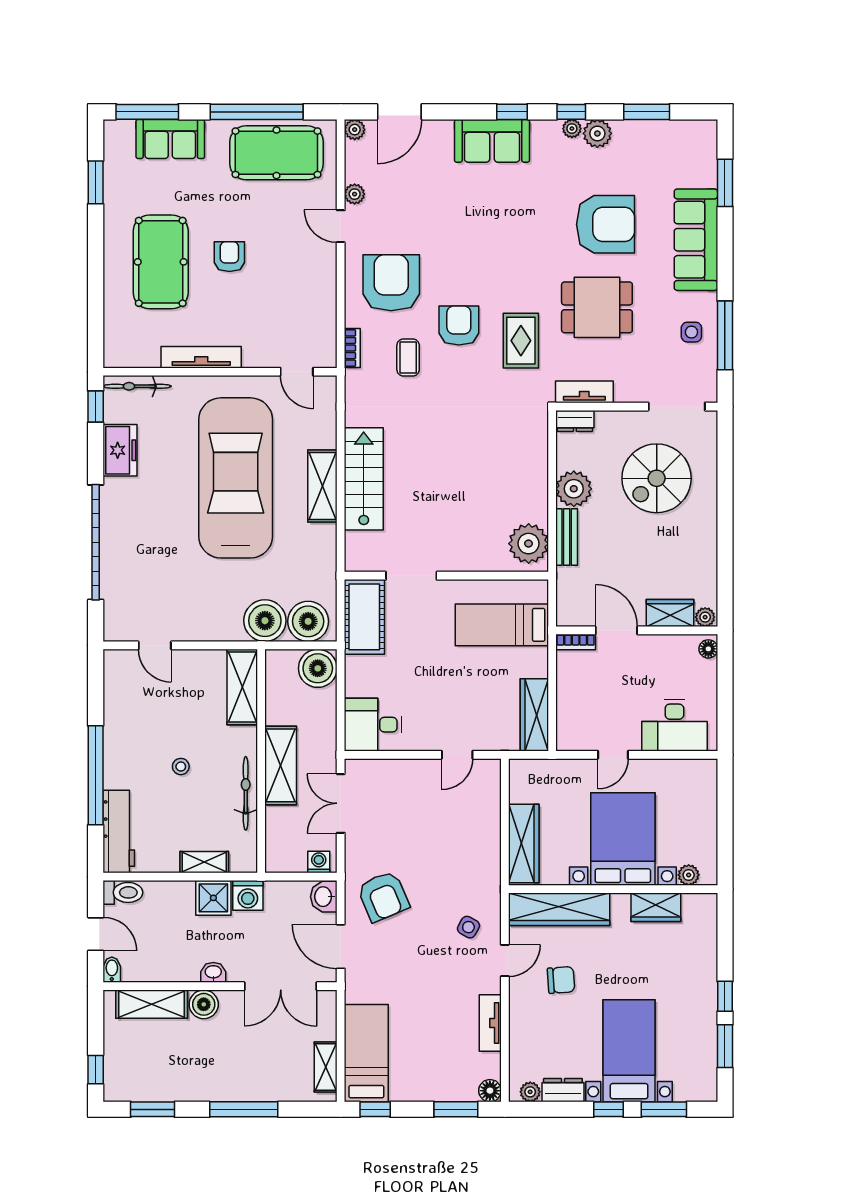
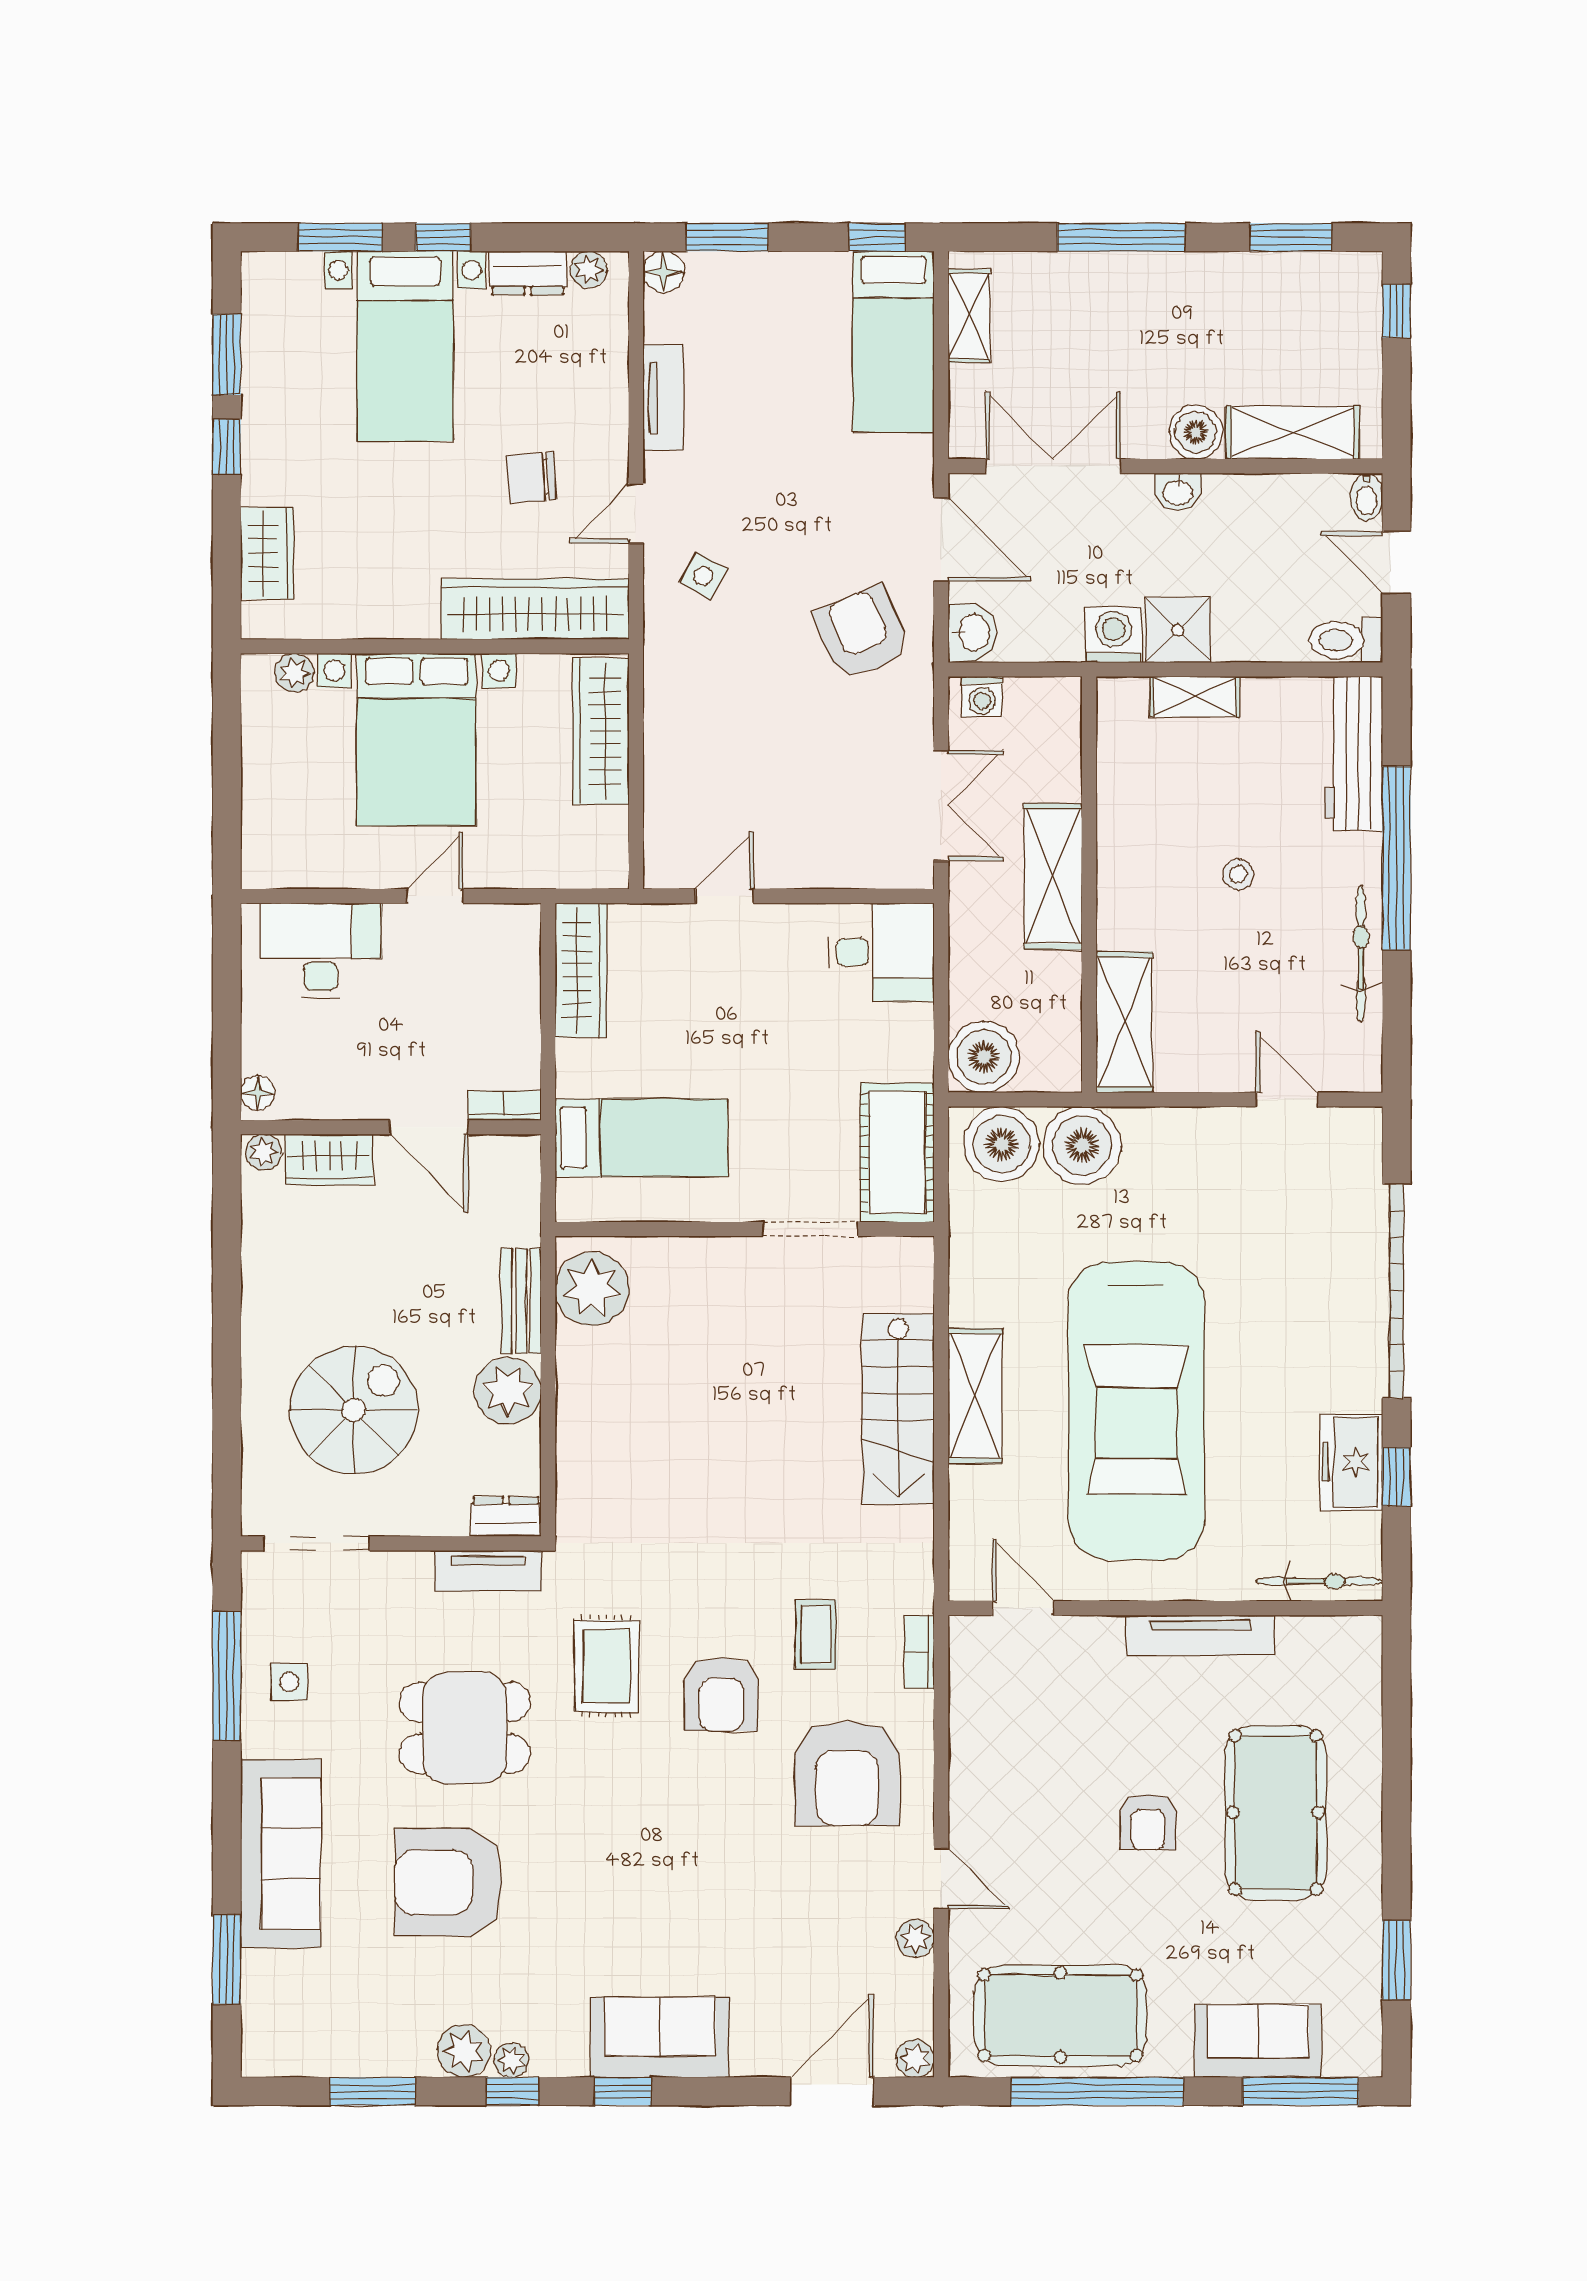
window: (96, 407) -> (1397, 1477), moved
bicycle: (246, 793) -> (1361, 953), moved, turned 180
wardrobe: (656, 907) -> (267, 553), moved, turned 90

